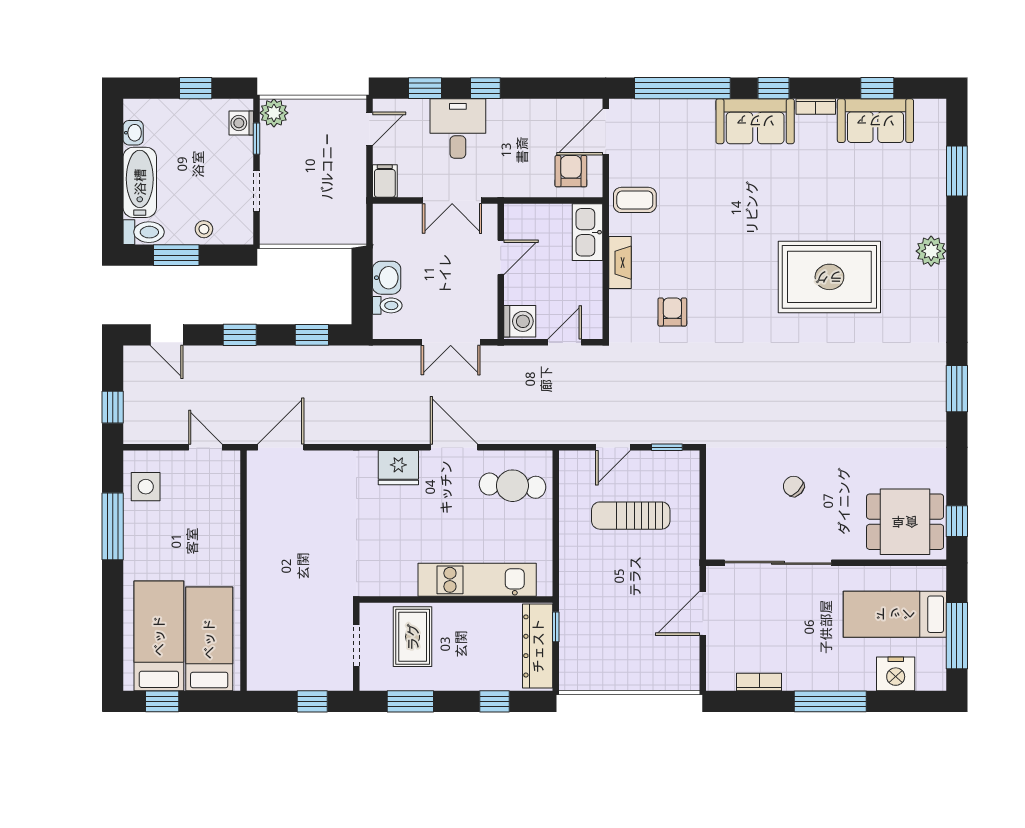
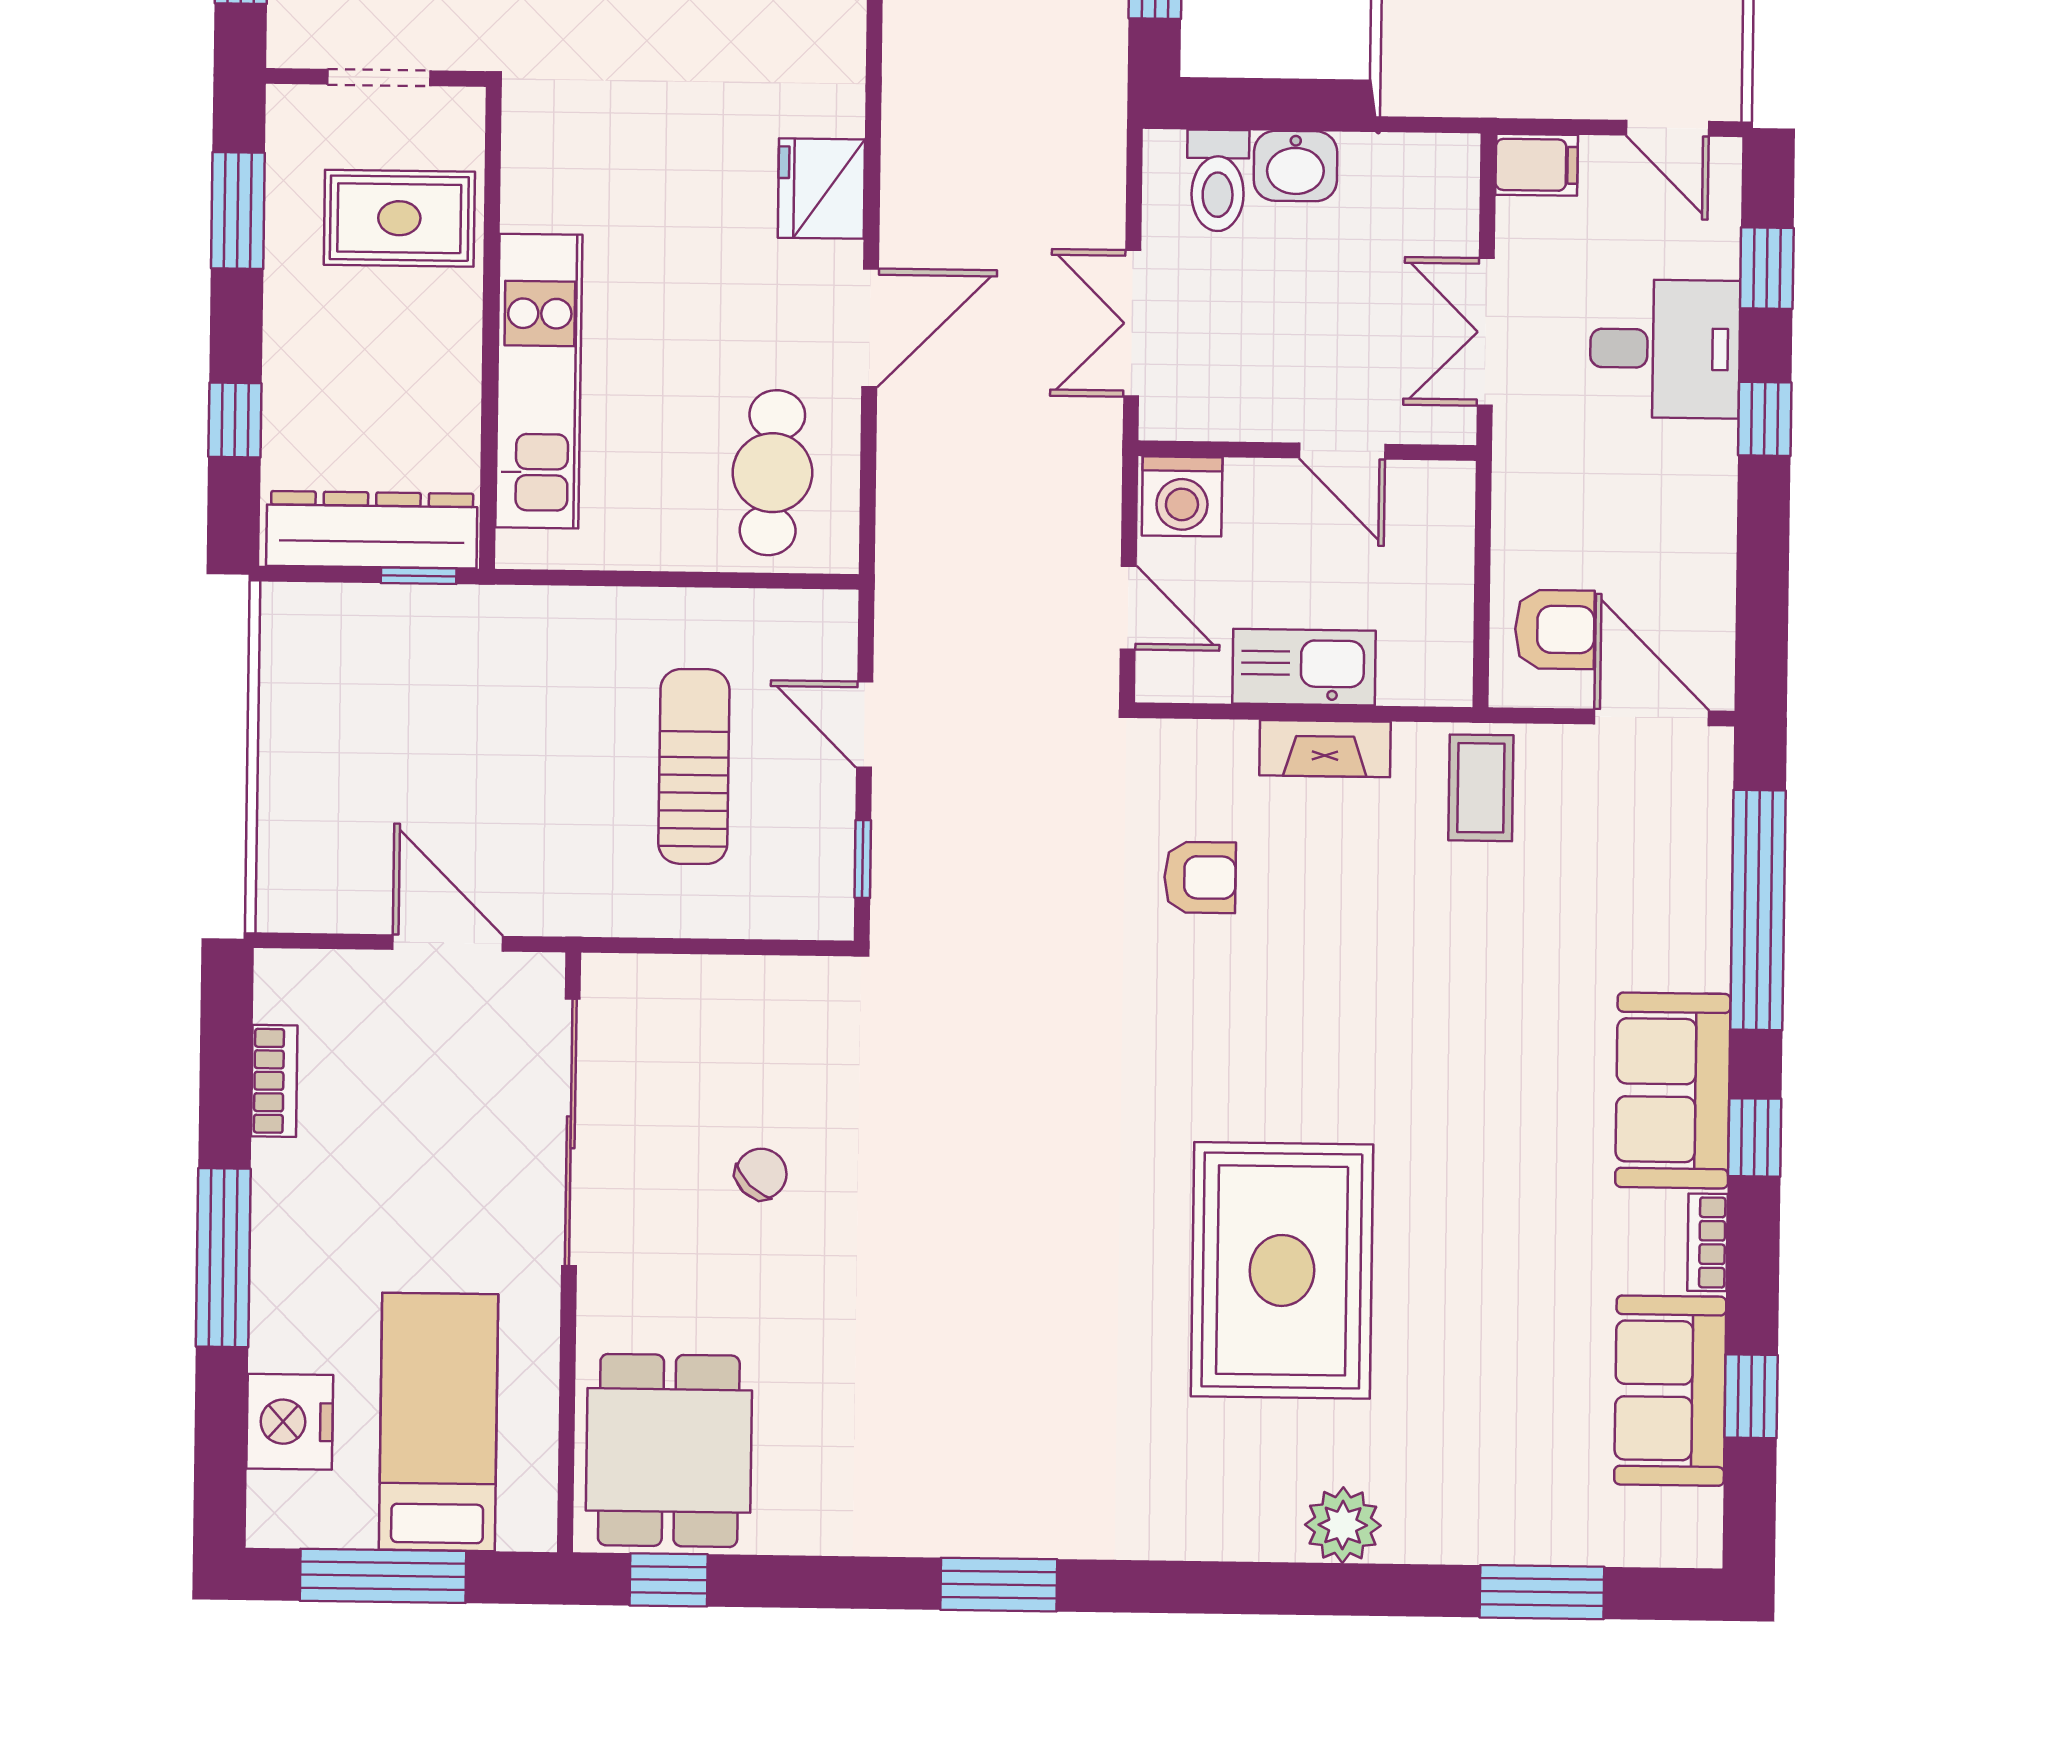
kitchen sink: (587, 232) -> (1304, 667), moved
toilet: (387, 305) -> (1218, 181), width x1.37, depth x1.39

